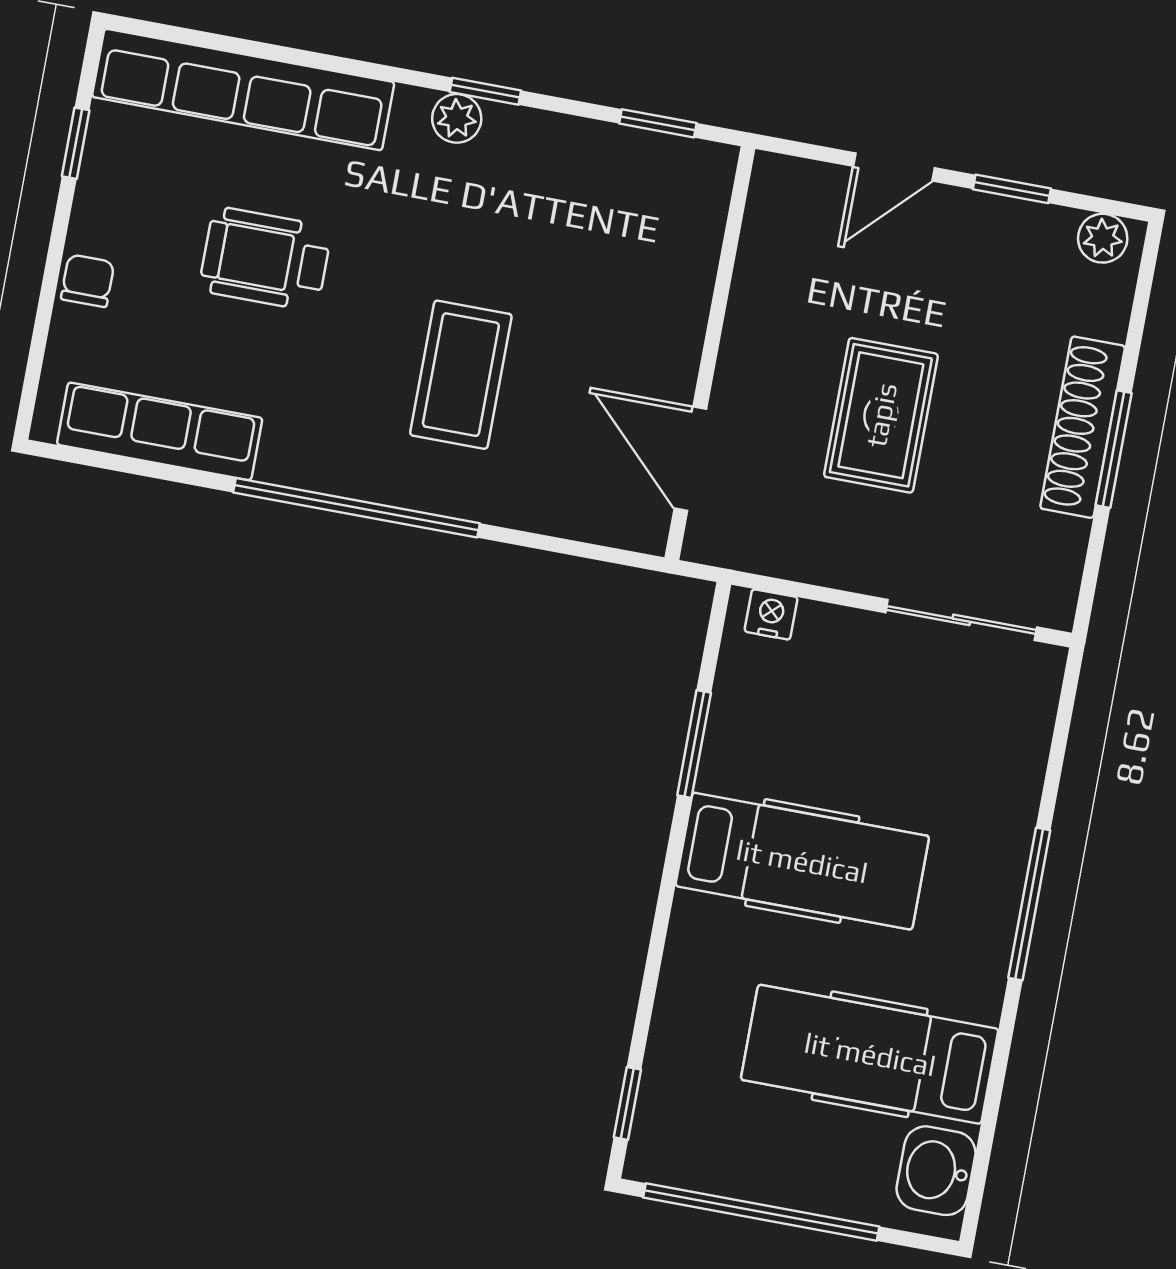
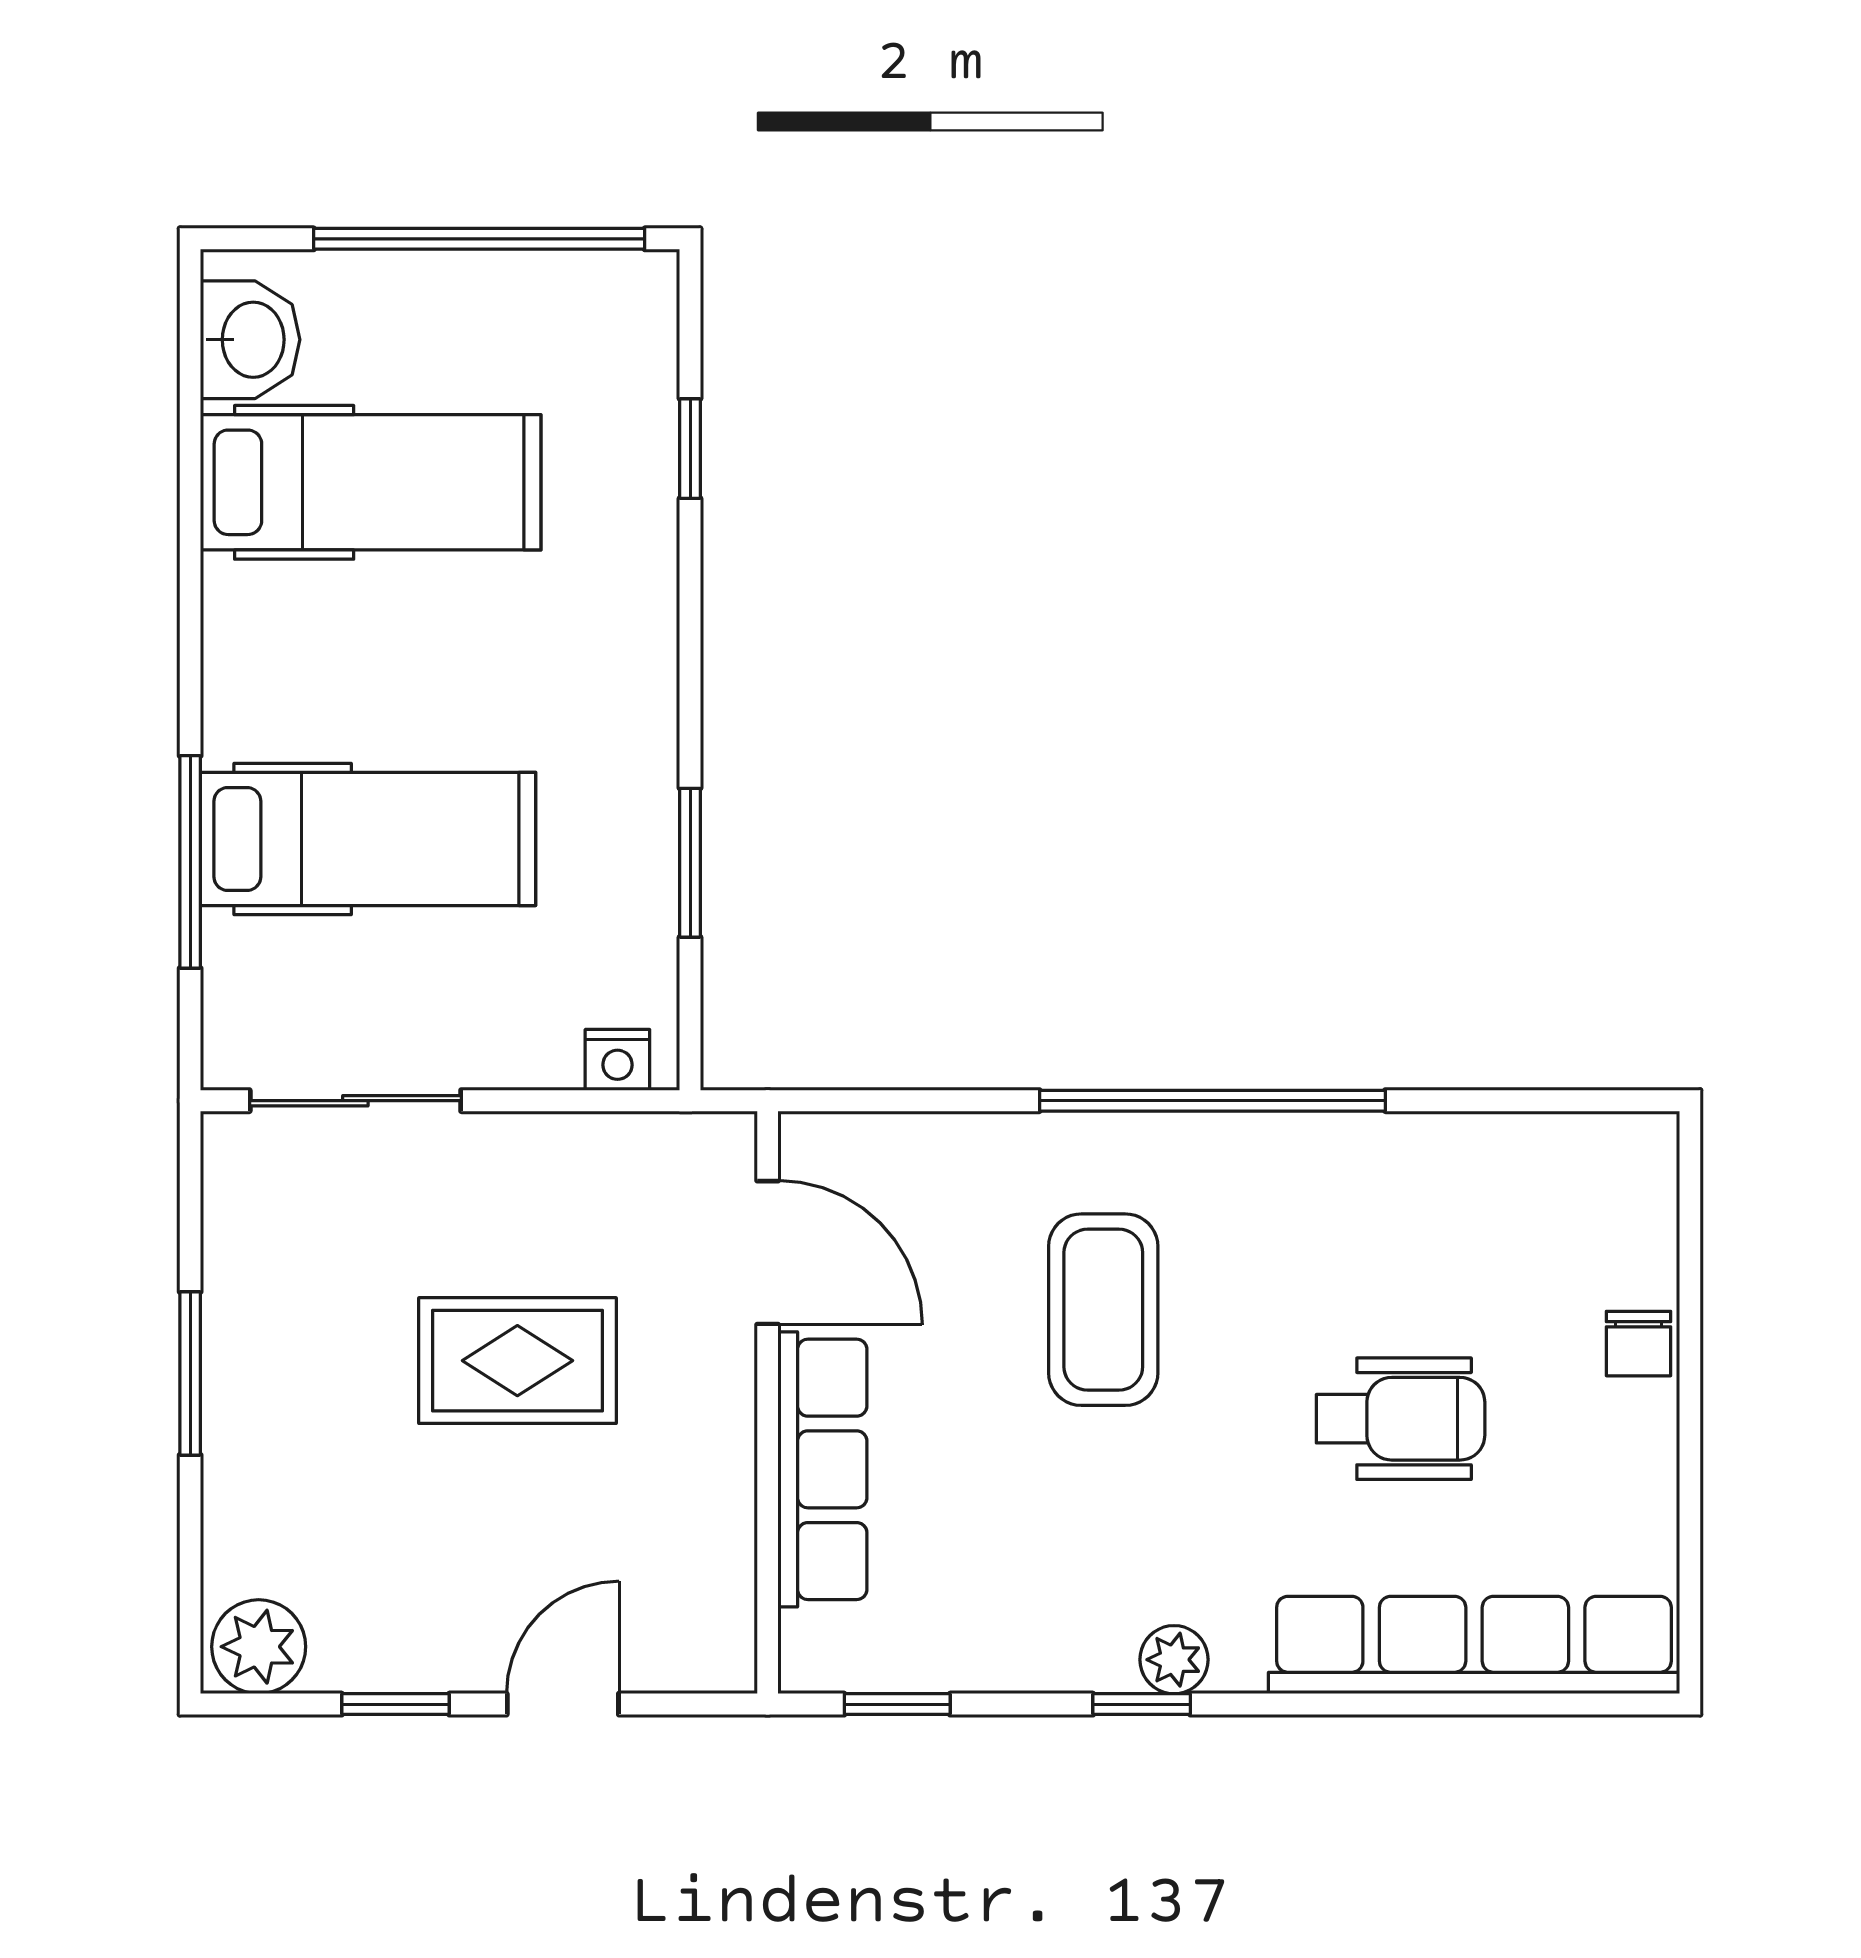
window: (76, 143) -> (1690, 1529), removed
plant: (1103, 238) -> (259, 1647), width x1.38, depth x1.38
rug: (881, 415) -> (517, 1361), turned 90
shoe rack: (1083, 427) -> (238, 1396), removed
row of seats: (160, 431) -> (822, 1469), moved, turned -90
hospital bed: (802, 861) -> (368, 839), moved, turned 180
window: (1029, 904) -> (190, 862), moved
window: (627, 1103) -> (690, 449), moved

